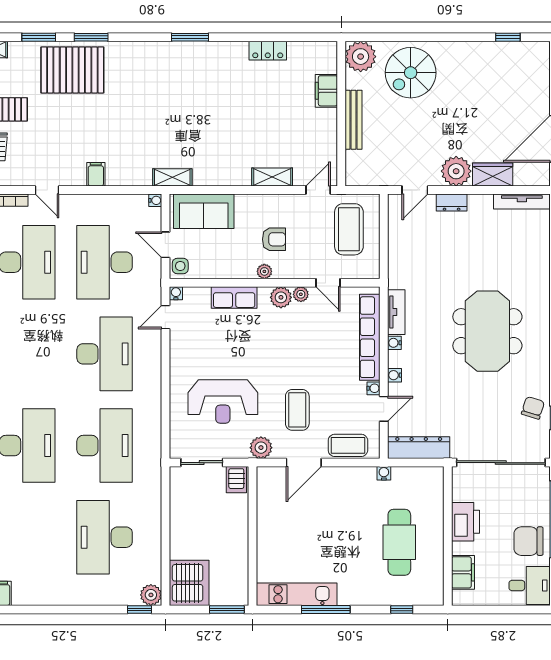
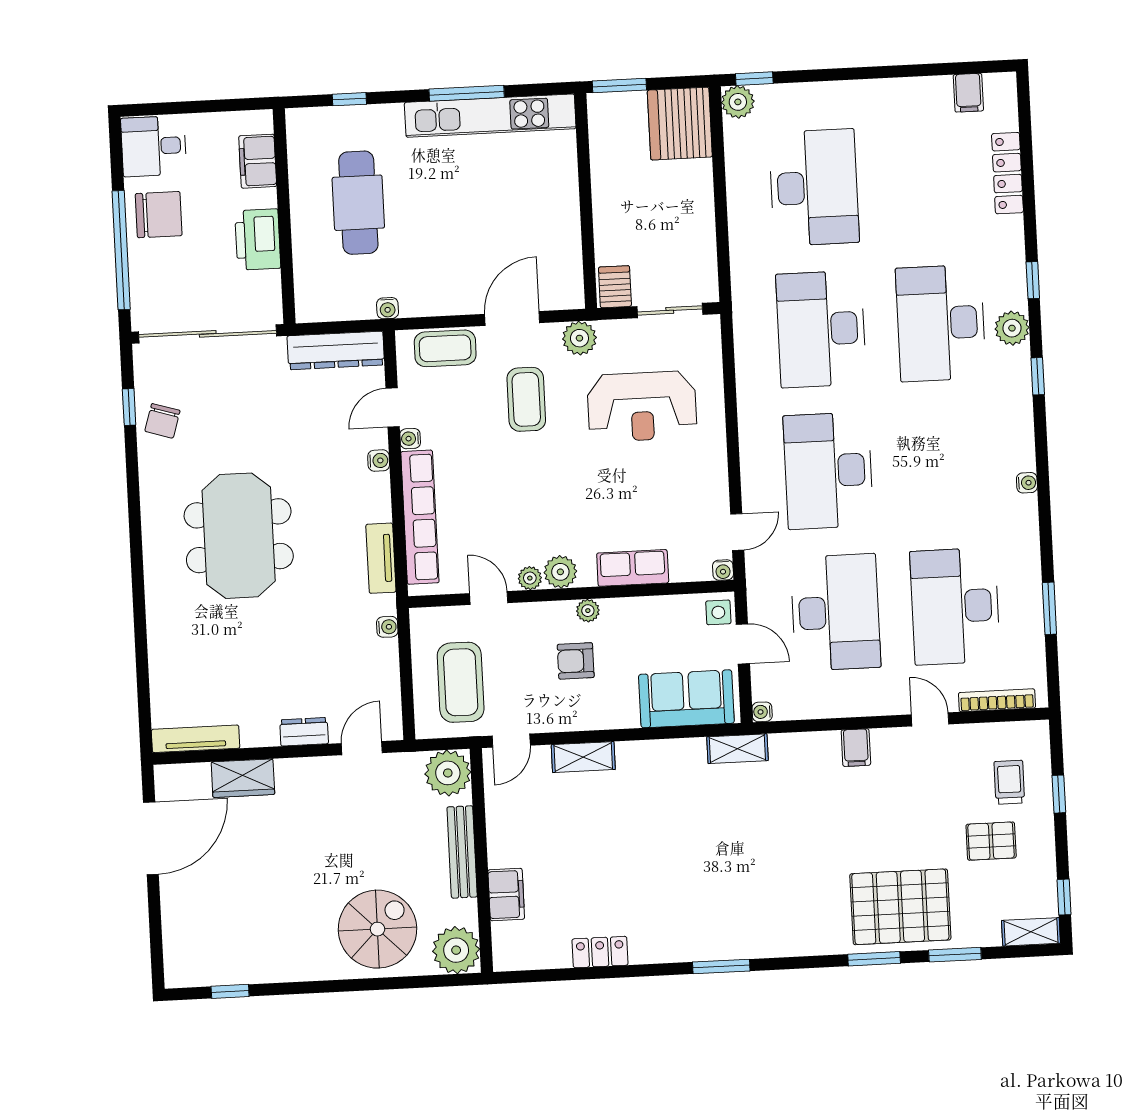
plant: (456, 171) -> (448, 773), moved
water cooler: (394, 343) -> (387, 627), moved
reception desk: (223, 401) -> (642, 406), turned 180
kitchen unit: (297, 594) -> (490, 116), width x1.36

